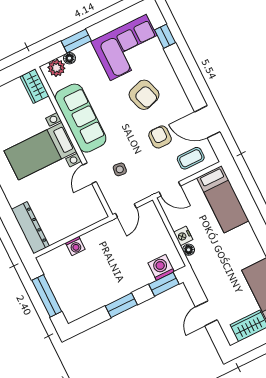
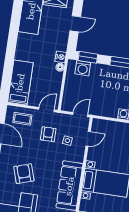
armchair: (160, 137) -> (48, 134), moved, turned 180
door: (89, 173) -> (88, 139), moved
door: (170, 189) -> (47, 110), hinge flipped
nightstand: (183, 236) -> (61, 57), moved

